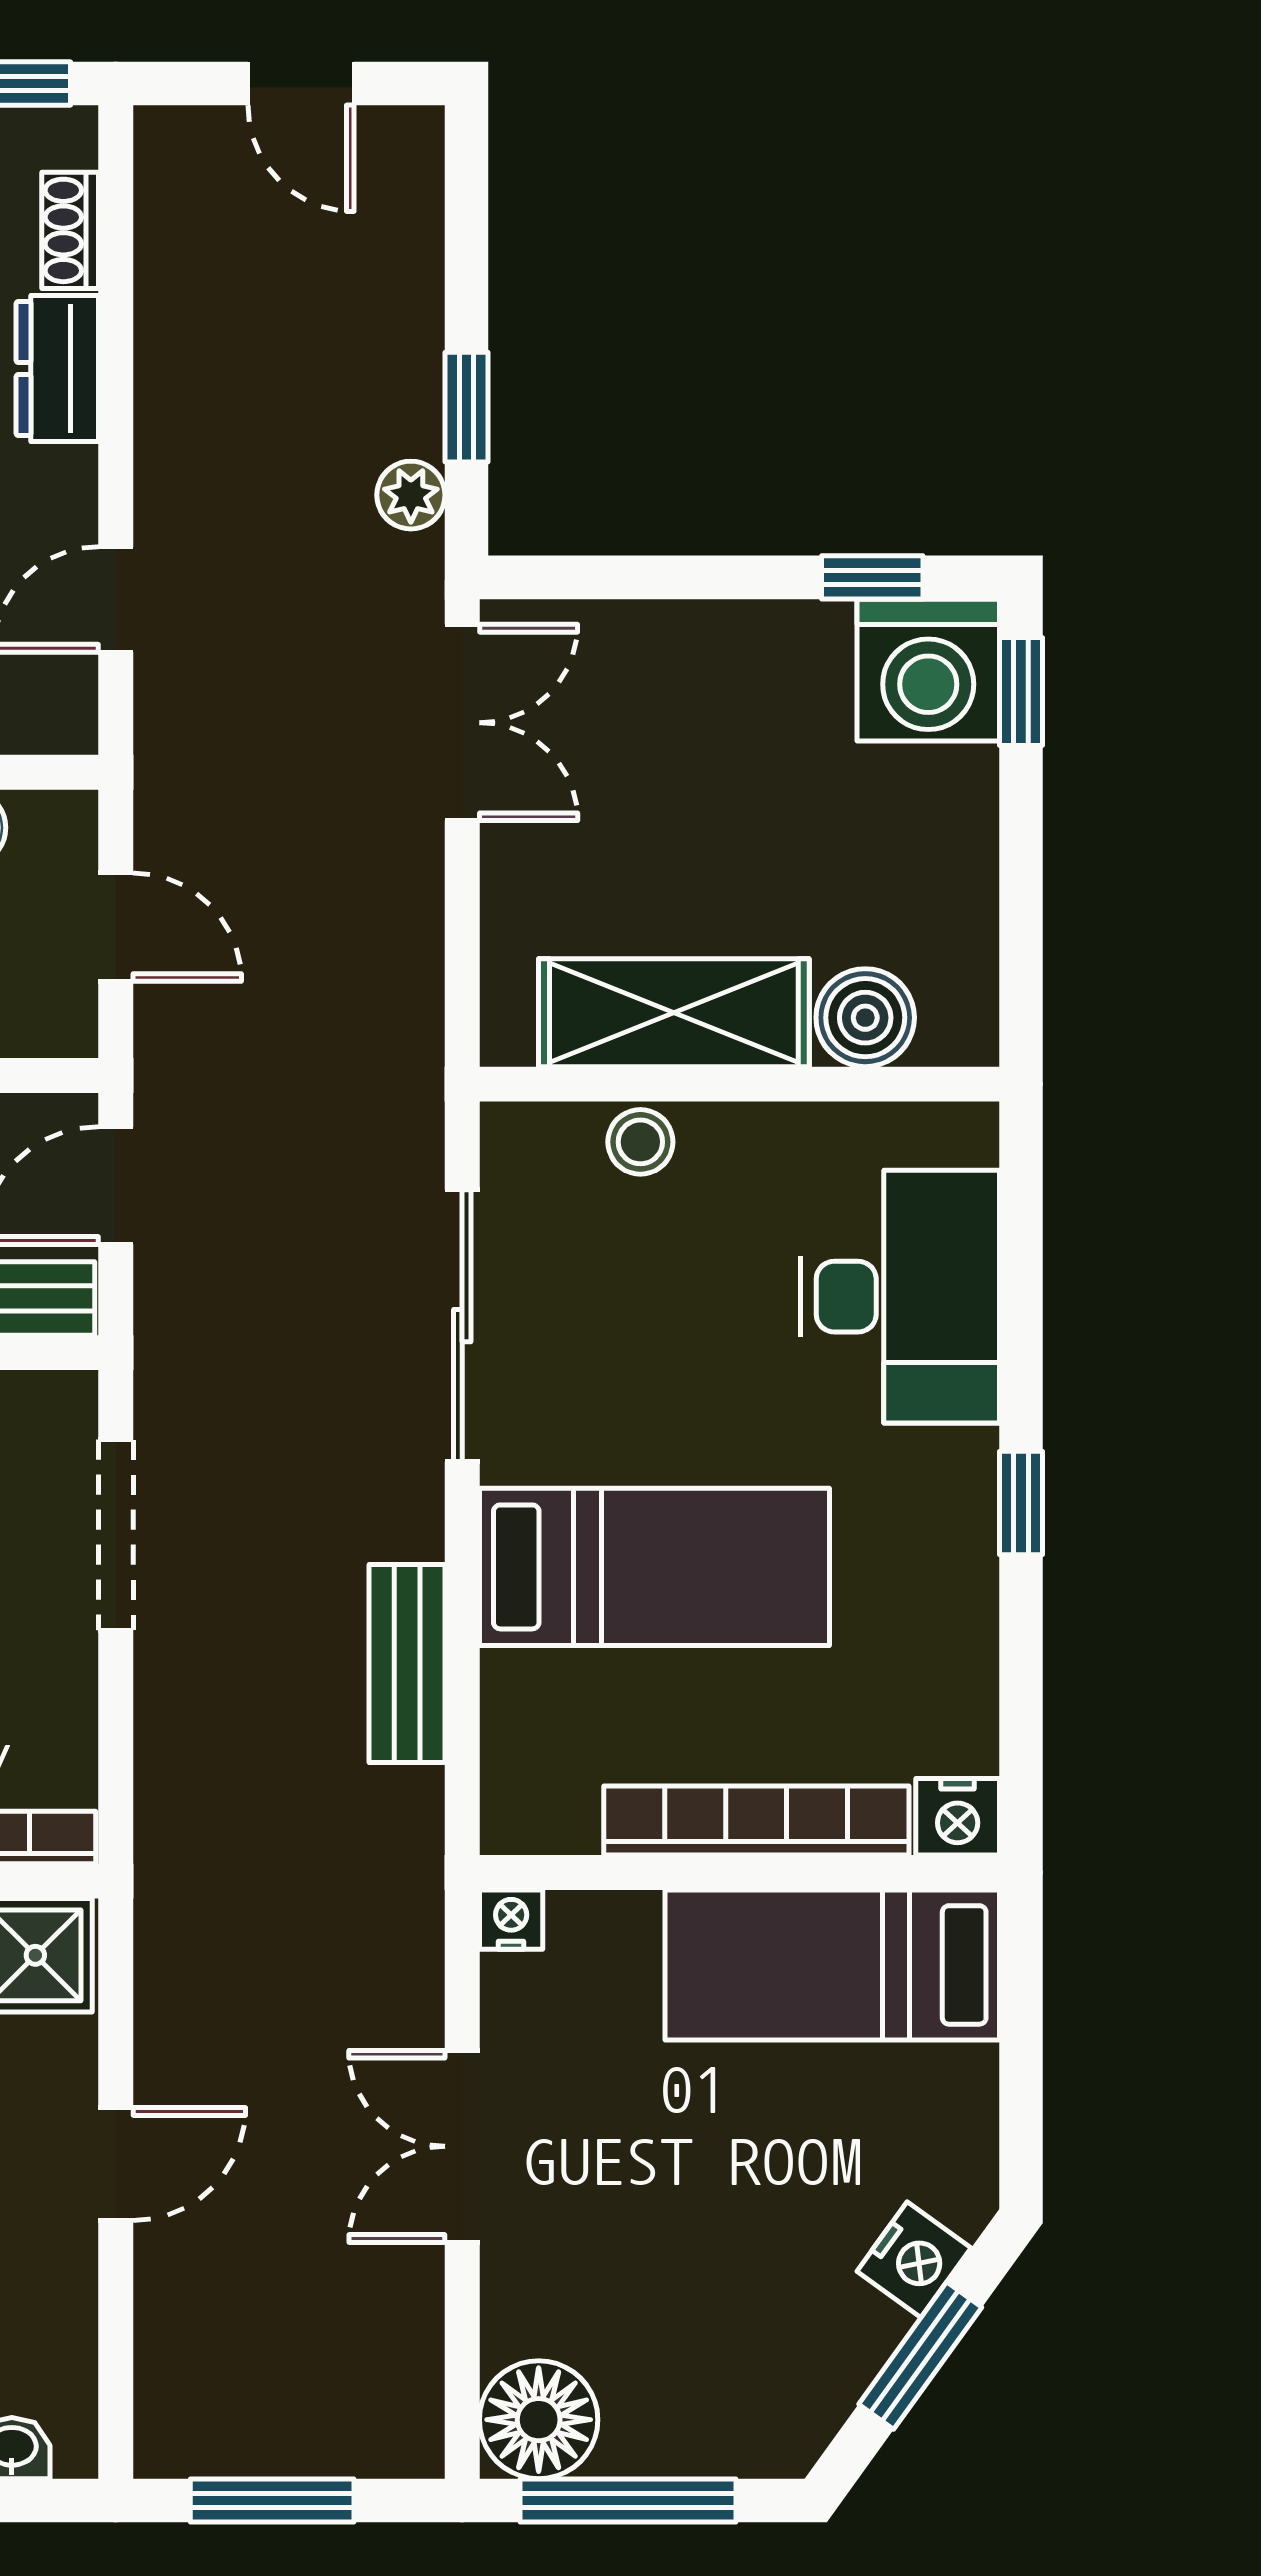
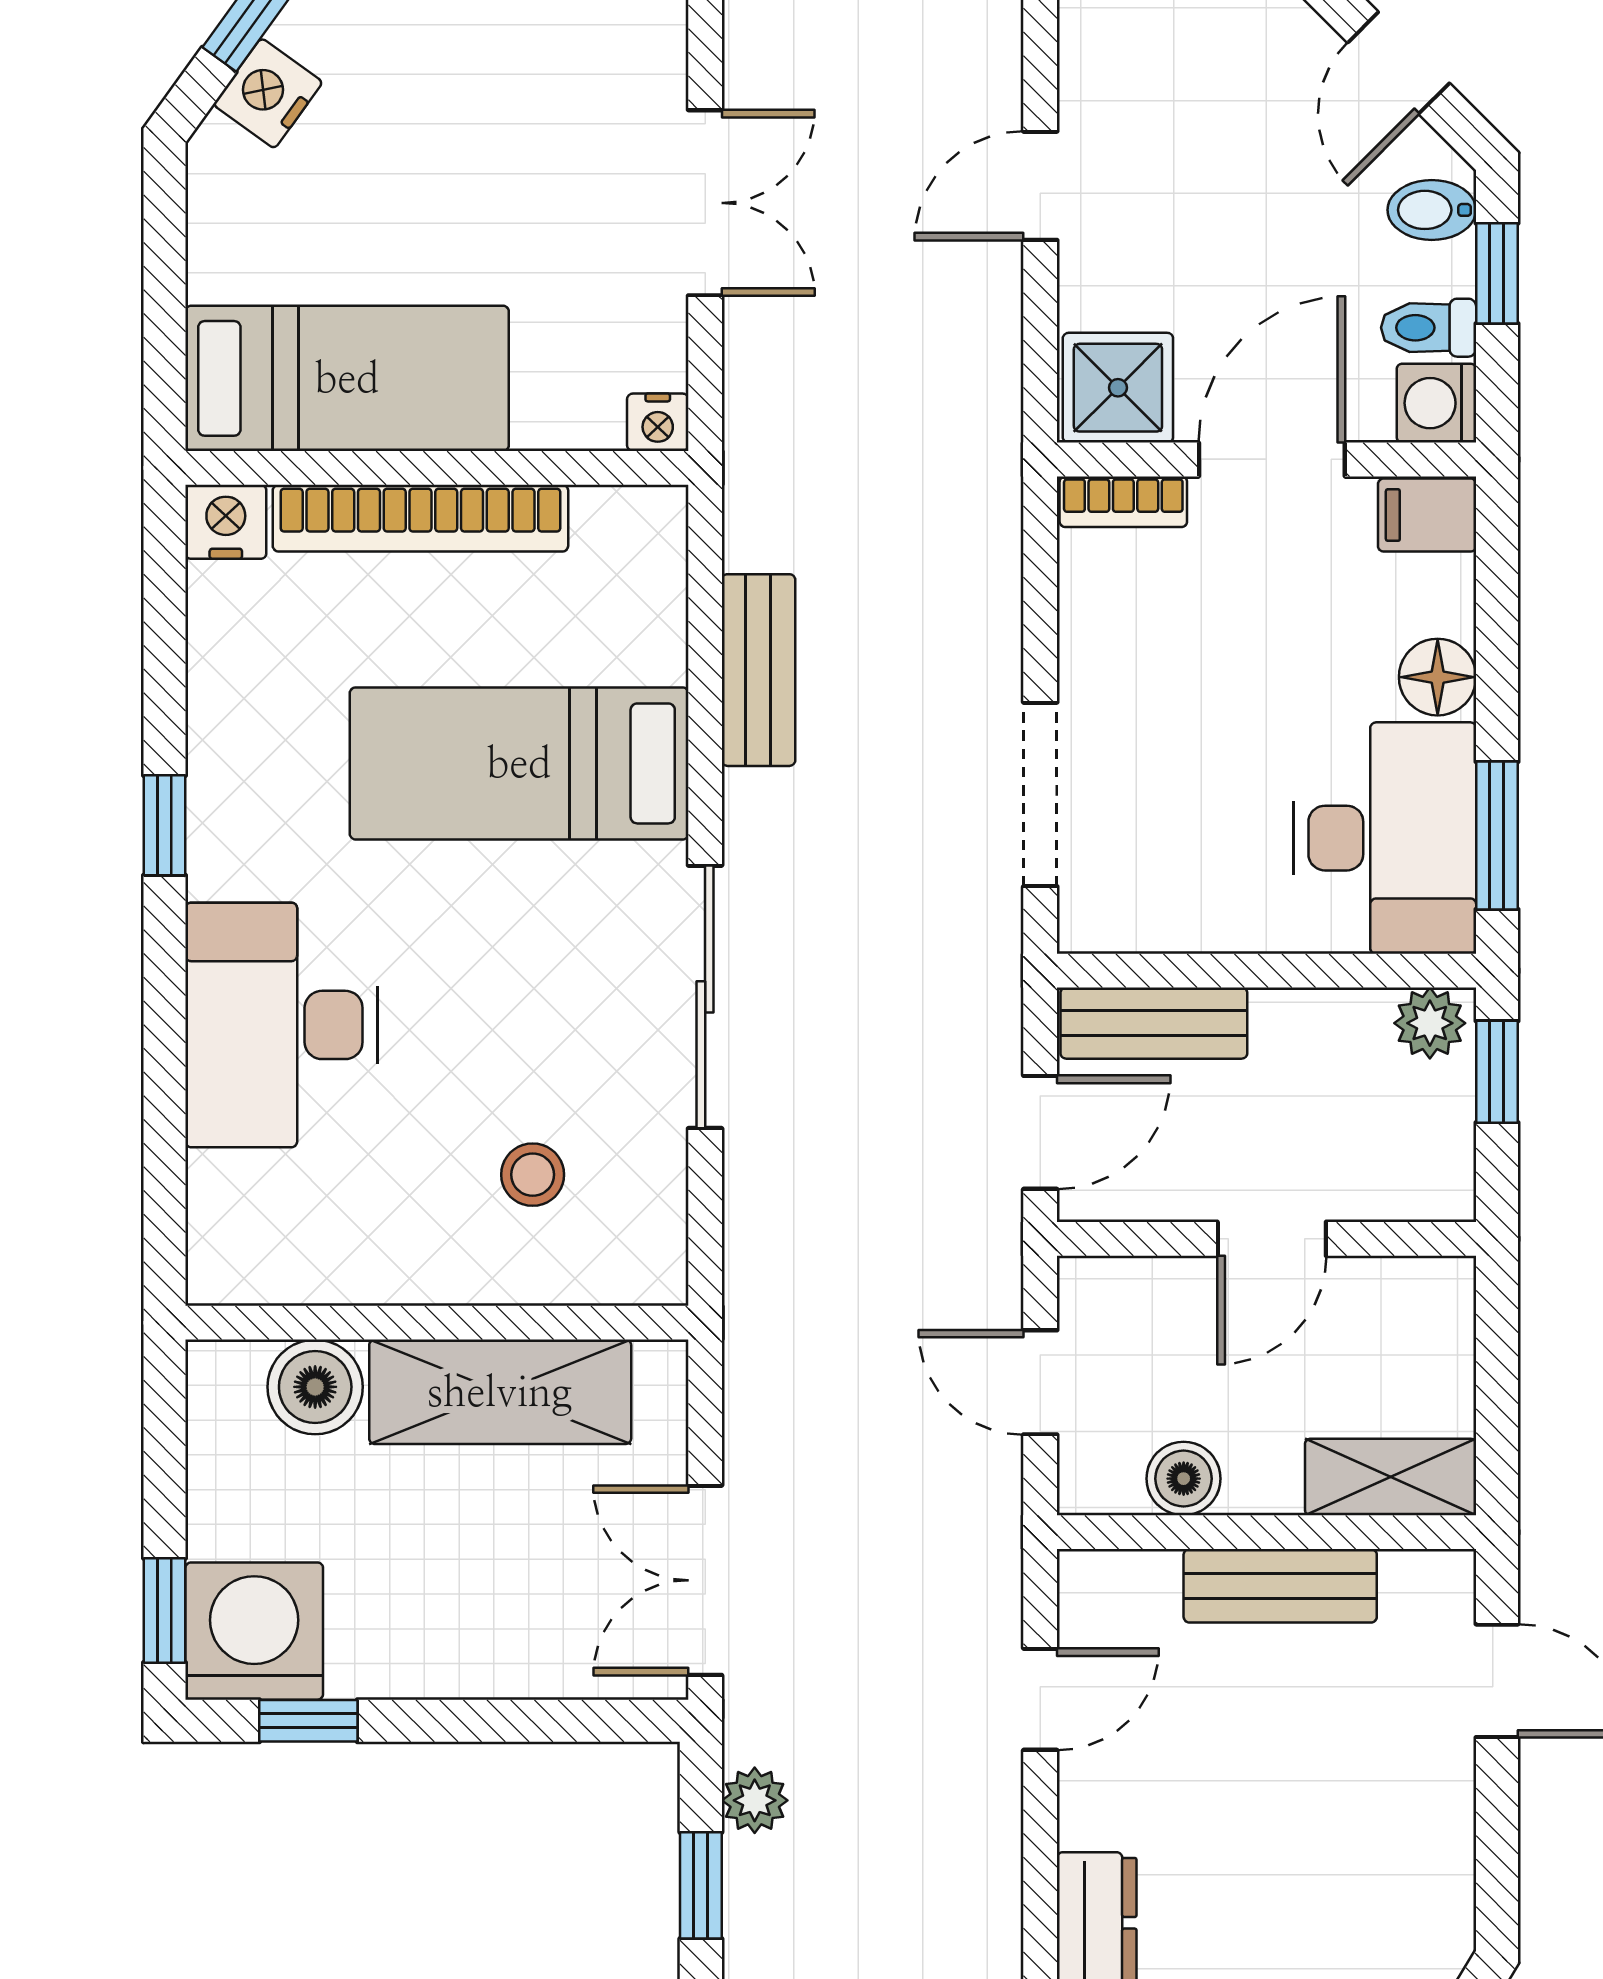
shelving: (674, 1013) -> (500, 1392), moved
boiler: (865, 1018) -> (315, 1387), moved
wall: (739, 1084) -> (437, 1323), moved

